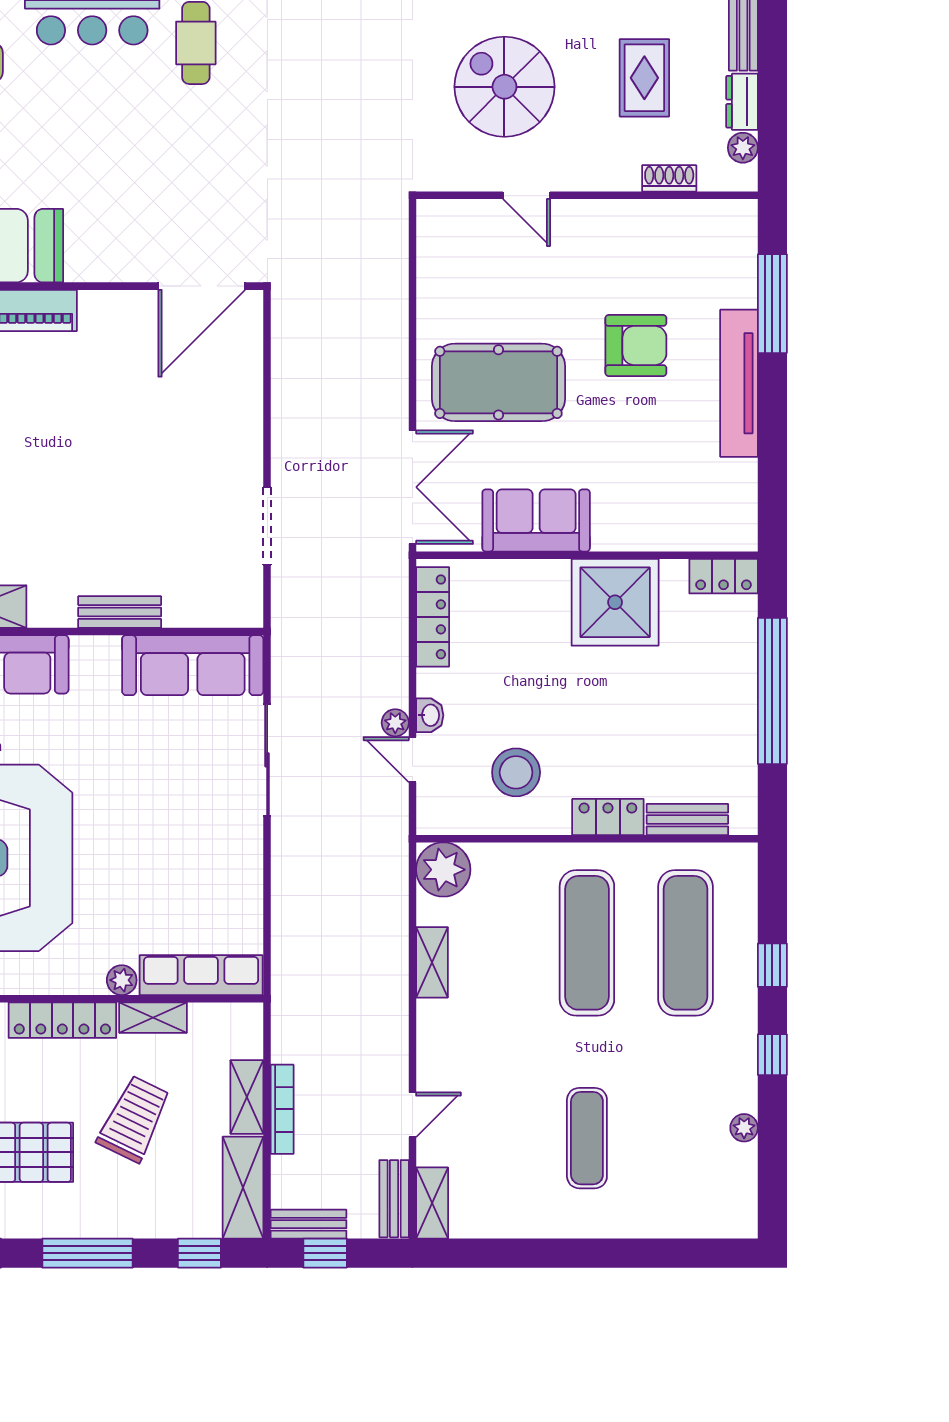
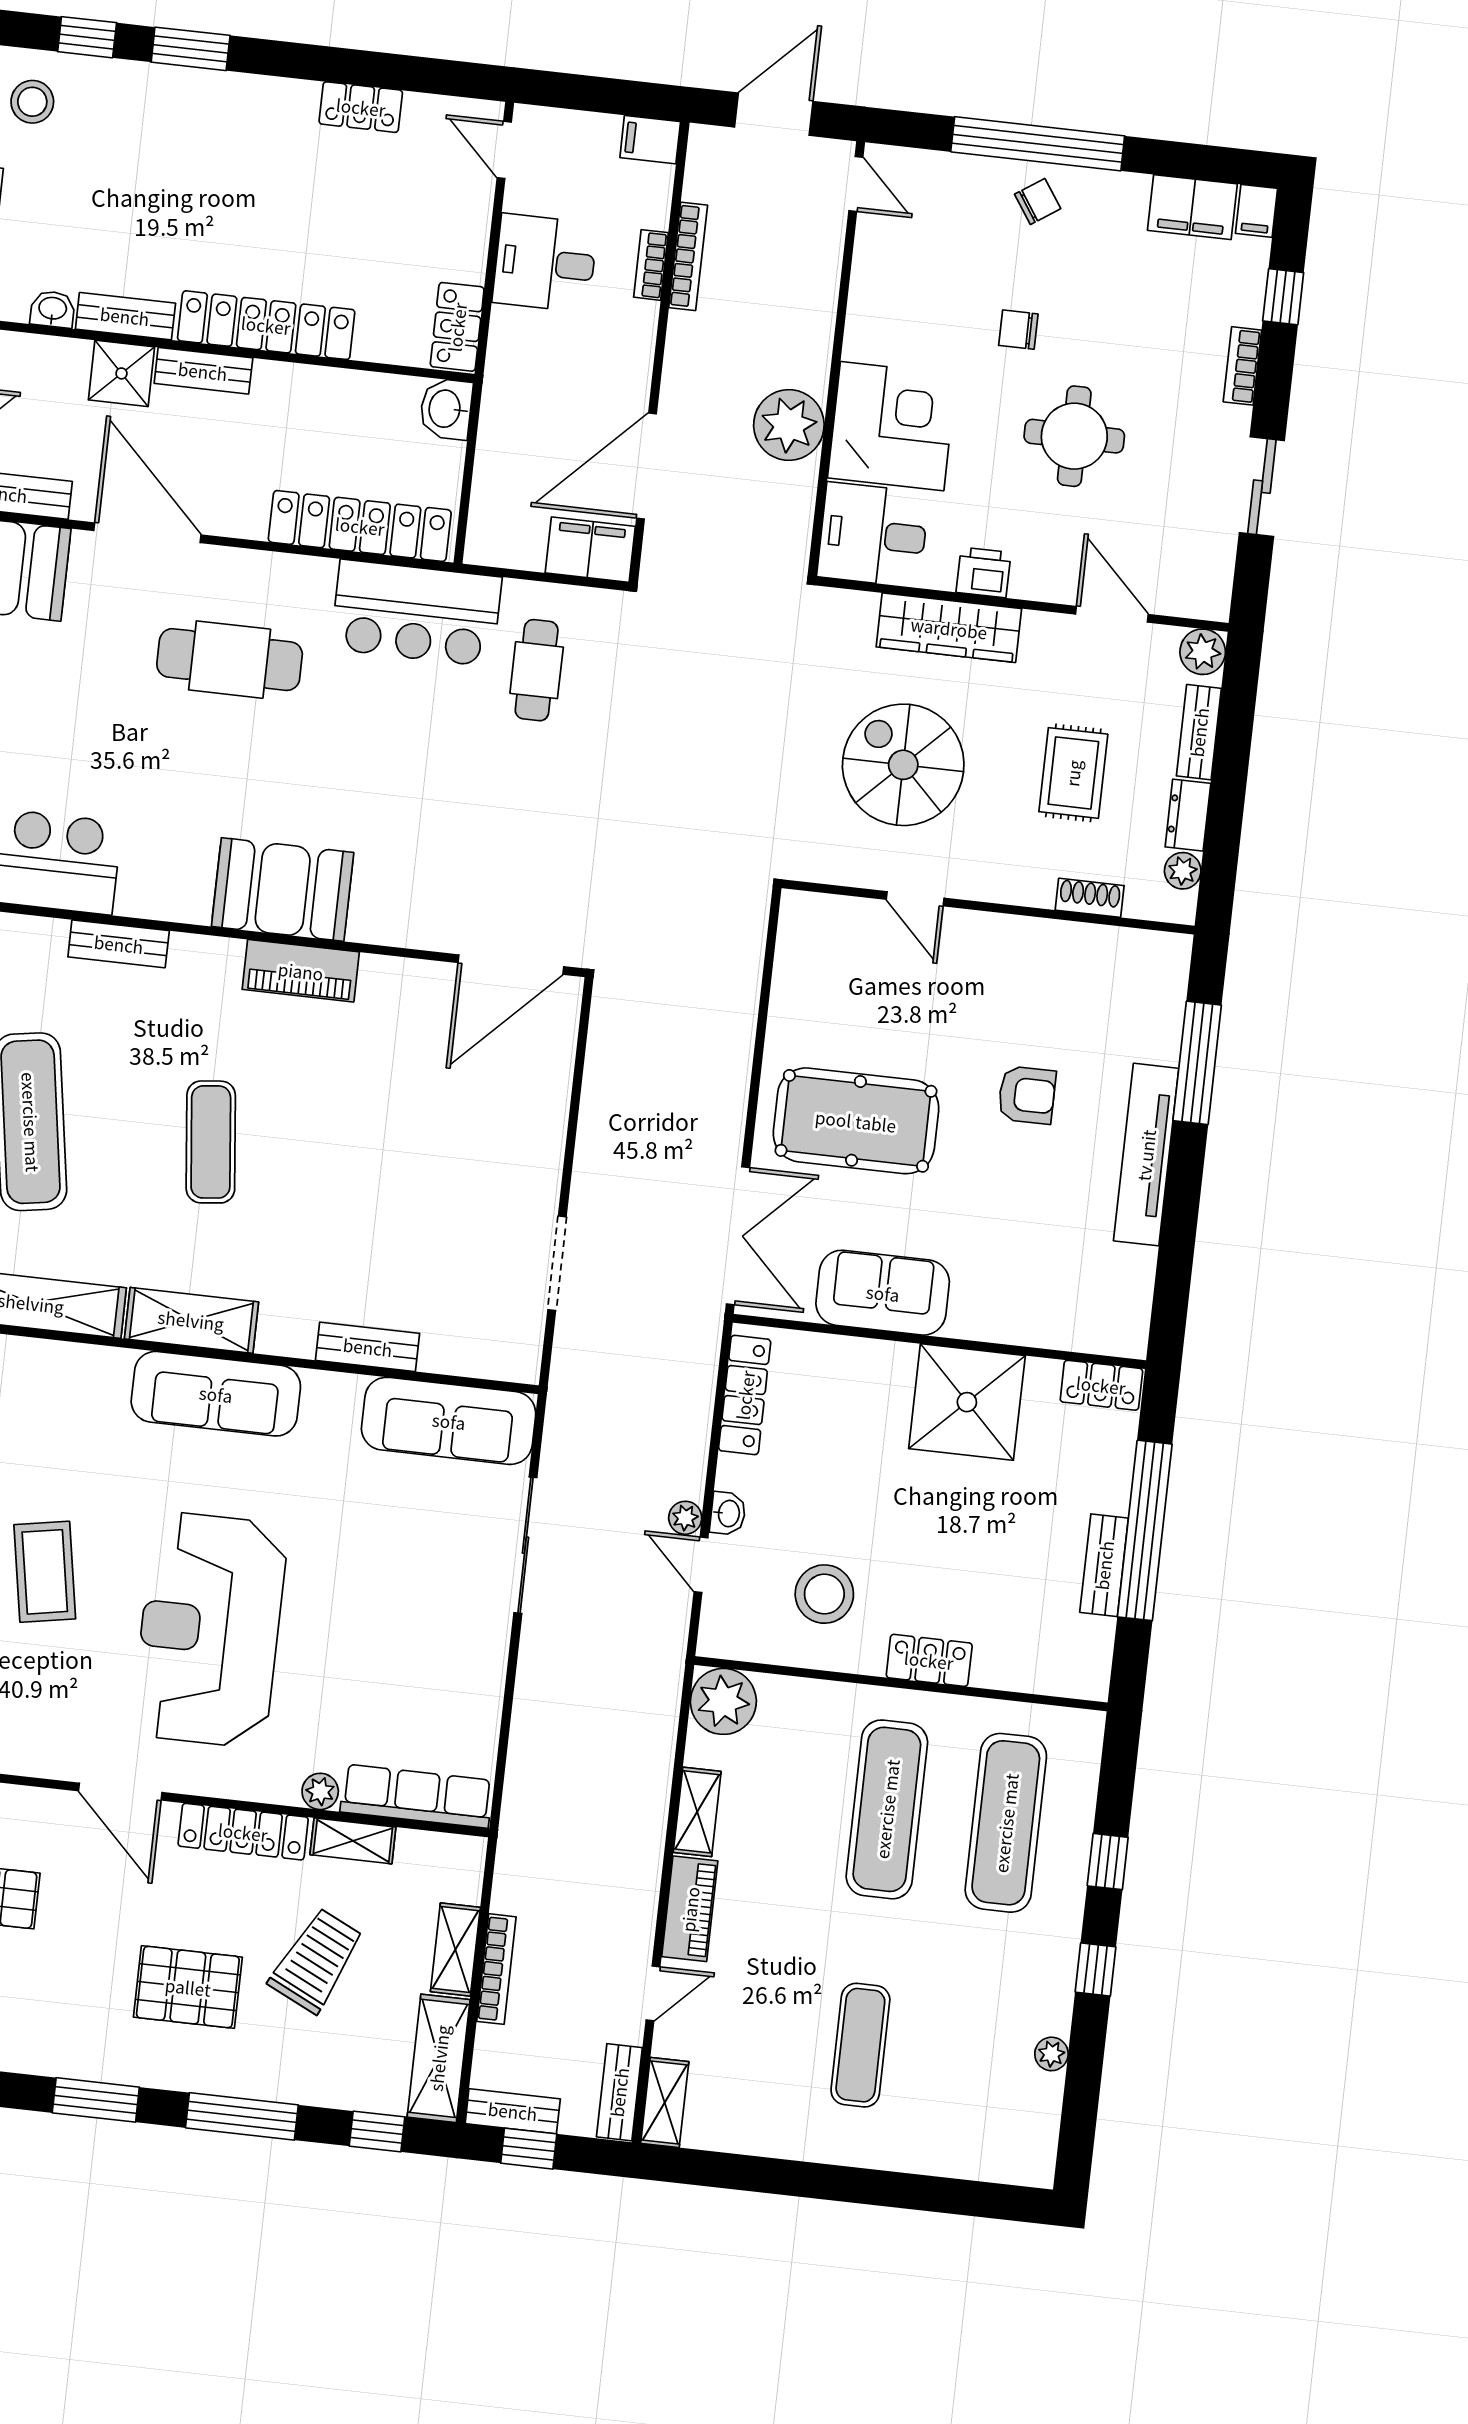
armchair: (636, 346) -> (1027, 1095), width x0.72, depth x0.72
bench: (687, 819) -> (1104, 1565), moved, turned 90
piano: (435, 1042) -> (690, 1909), added

